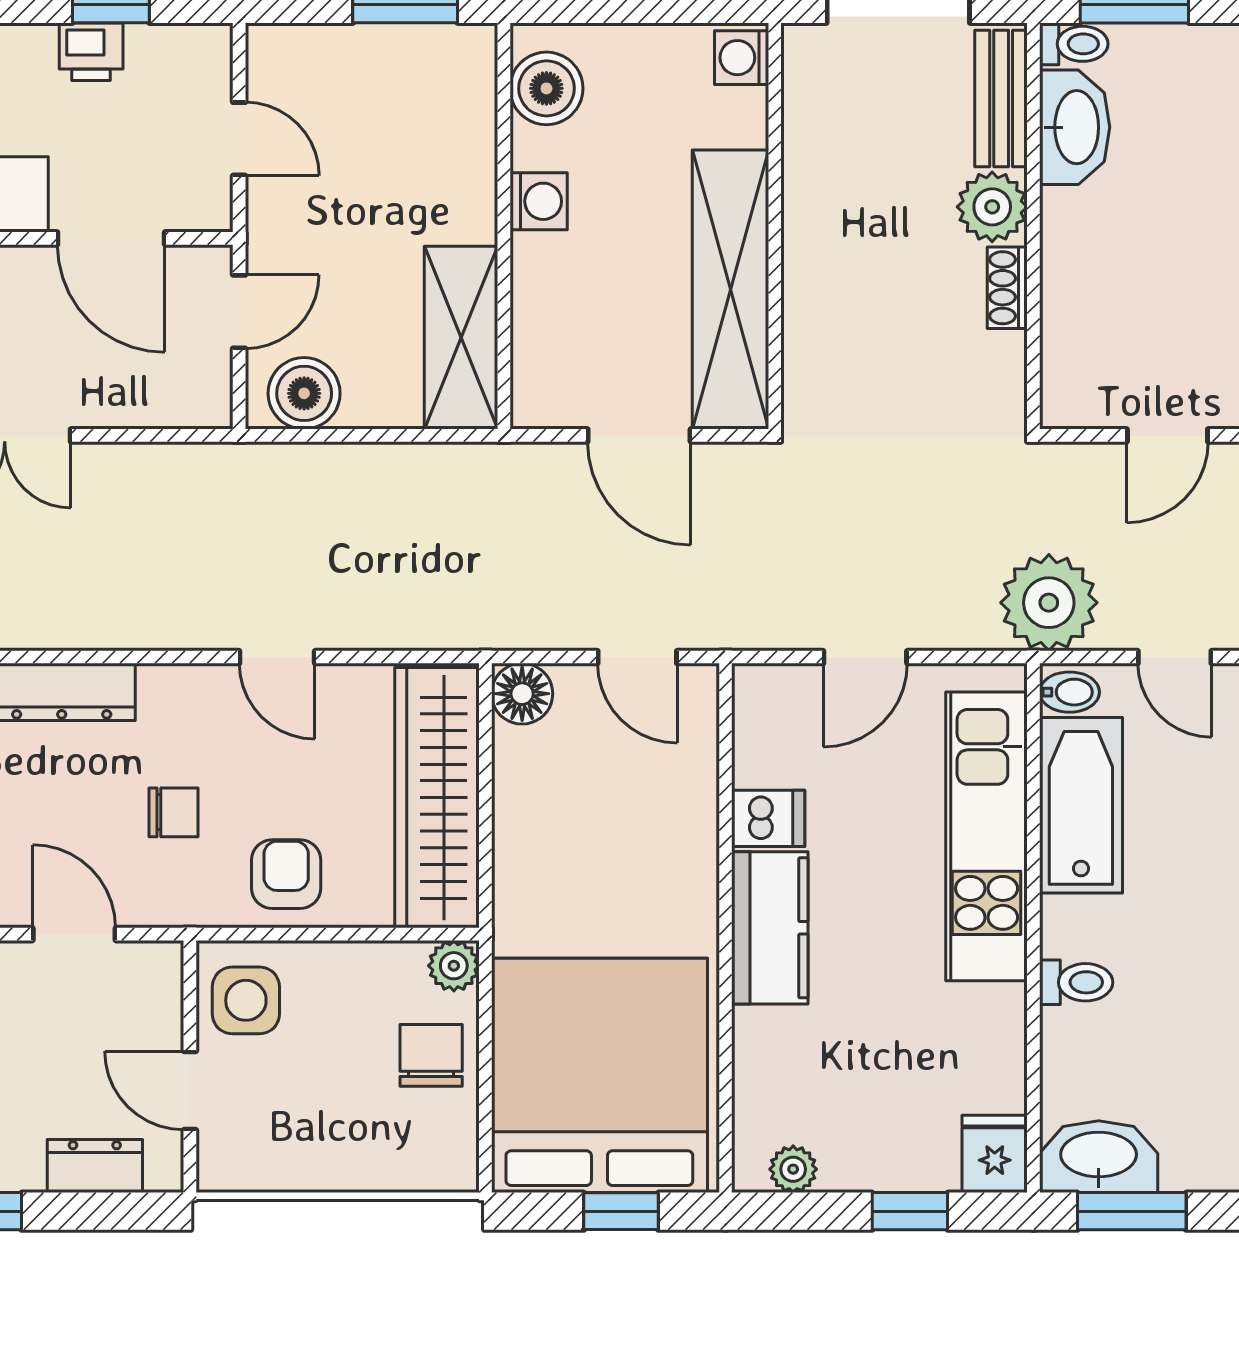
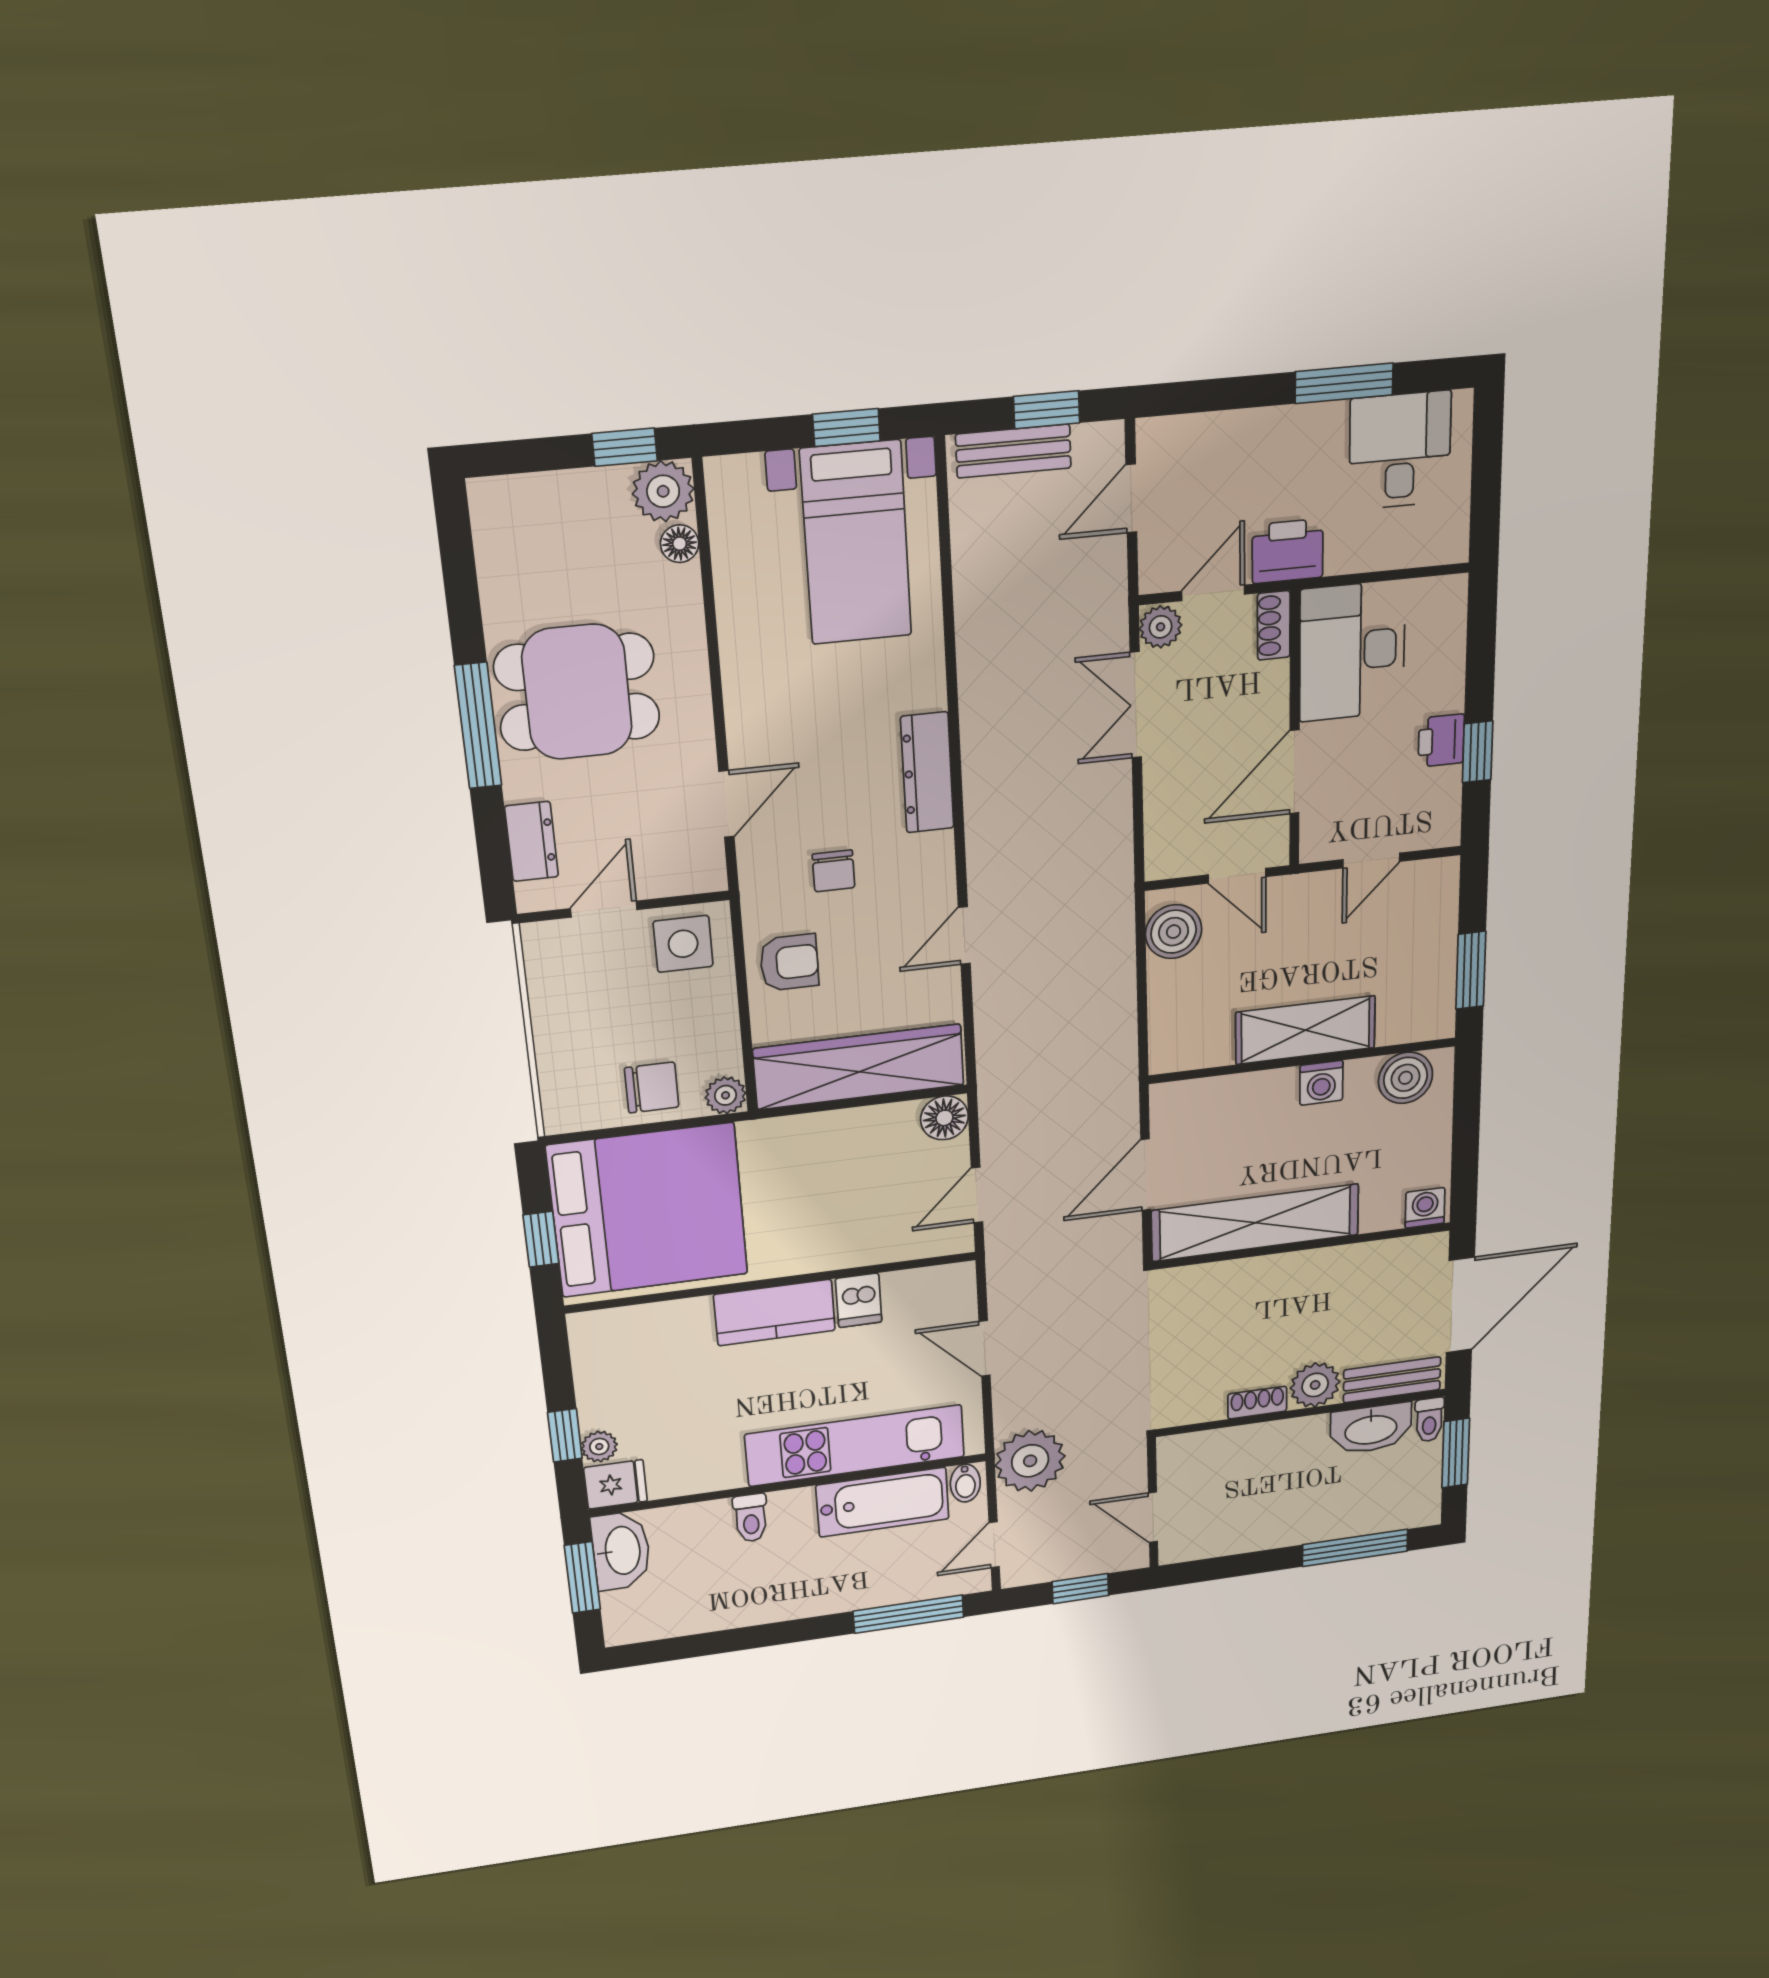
shelving: (461, 338) -> (1305, 1030), moved
plant: (793, 1169) -> (599, 1447), moved

